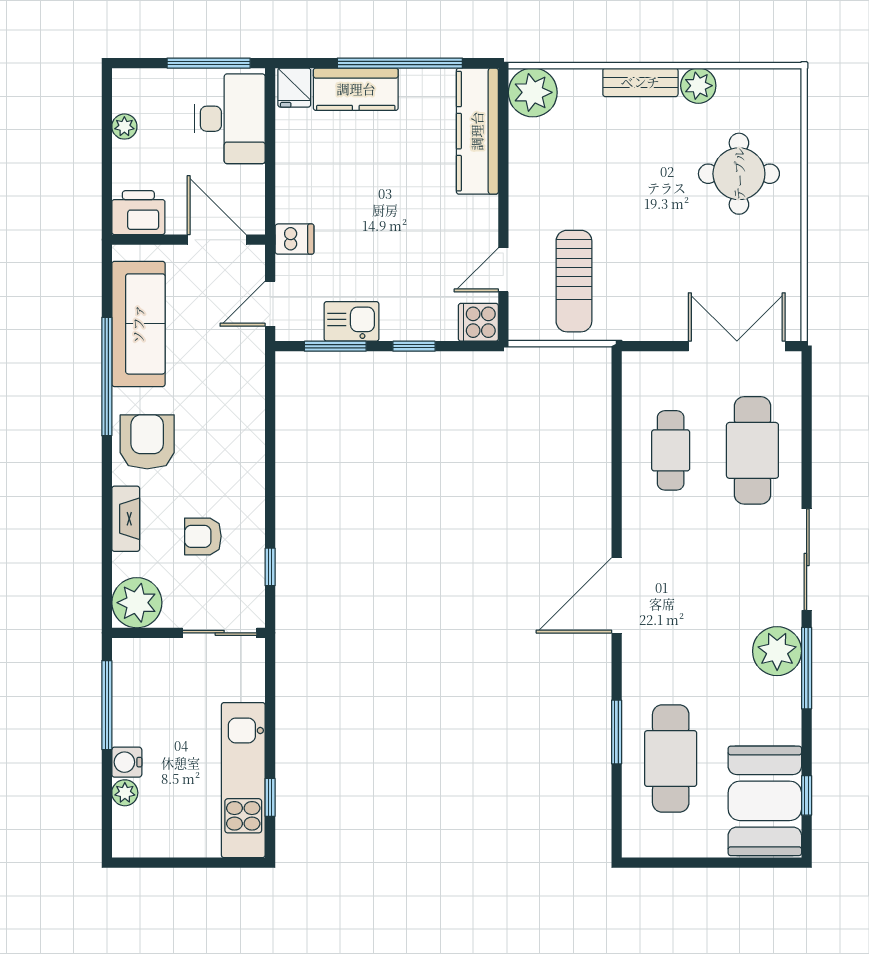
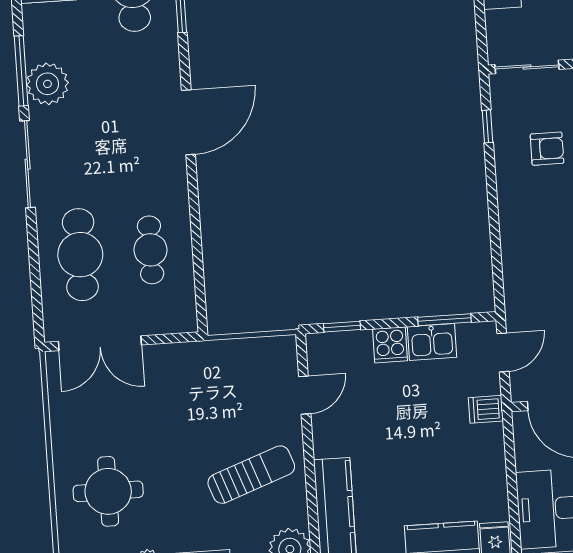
sun lounger: (574, 281) -> (251, 475), moved, turned 70
cooker: (478, 322) -> (390, 345), moved, turned 90
window: (414, 346) -> (342, 327), moved

